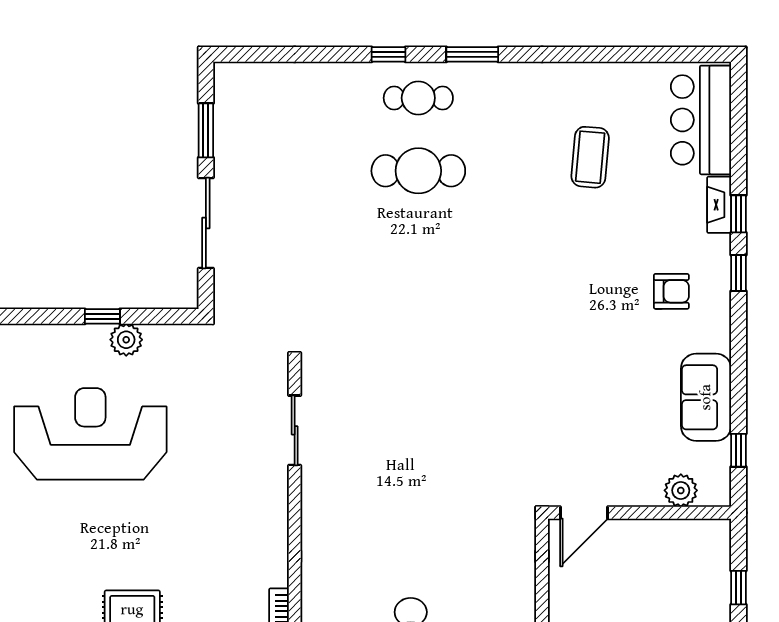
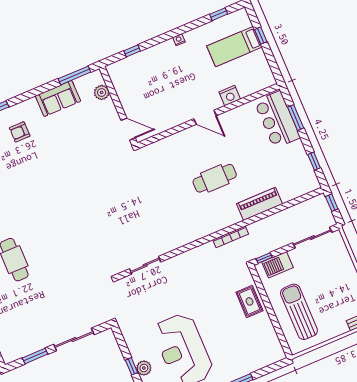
armchair: (671, 291) -> (20, 132), turned -90
plant: (126, 340) -> (144, 368), moved
window: (738, 450) -> (74, 75), width x2.17

